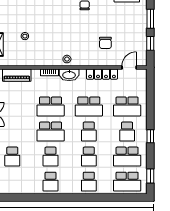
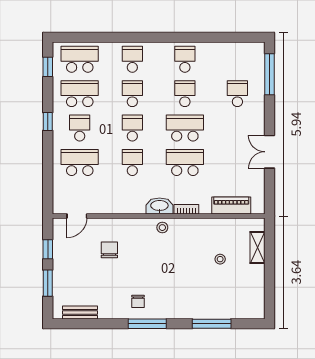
locker: (102, 74) -> (114, 207), removed
school desk: (89, 106) -> (132, 162), width x0.54

